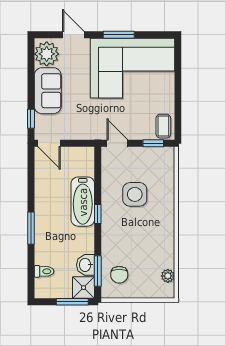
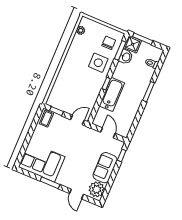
corner sofa: (132, 68) -> (42, 162), width x0.73, depth x0.74
door: (49, 143) -> (108, 133), moved
door: (117, 143) -> (77, 120), swing flipped
side table: (135, 194) -> (98, 63), moved

